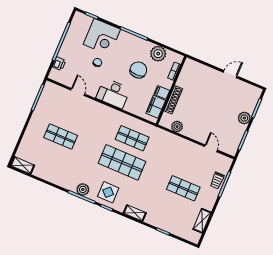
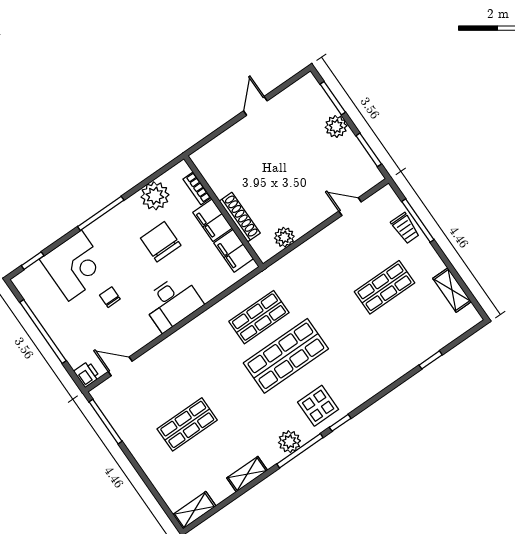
printer: (59, 64) -> (87, 374), moved
door: (78, 92) -> (120, 366), moved
filing cabinet: (162, 92) -> (212, 220), width x2.00
shelving: (135, 213) -> (247, 474), moved

